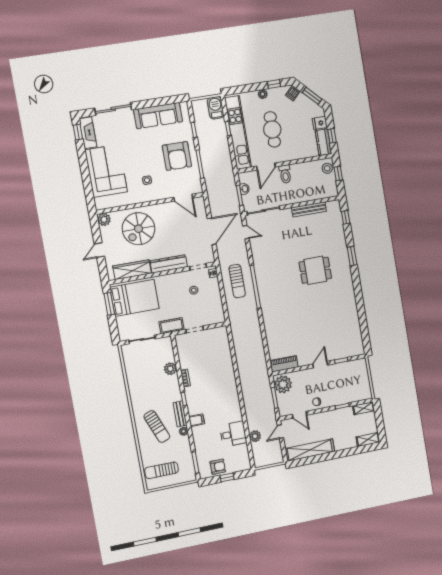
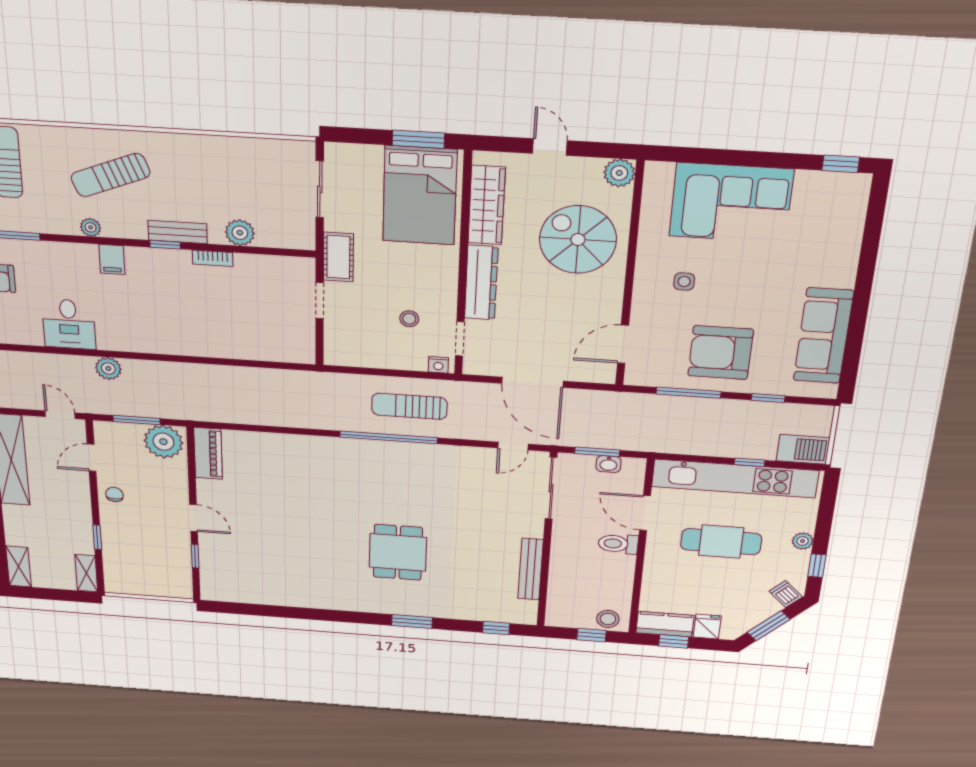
sliding door: (113, 109) -> (869, 250), removed
fireplace: (88, 133) -> (832, 185), removed
bench: (180, 414) -> (178, 232), moved
plant: (255, 436) -> (108, 368), moved

